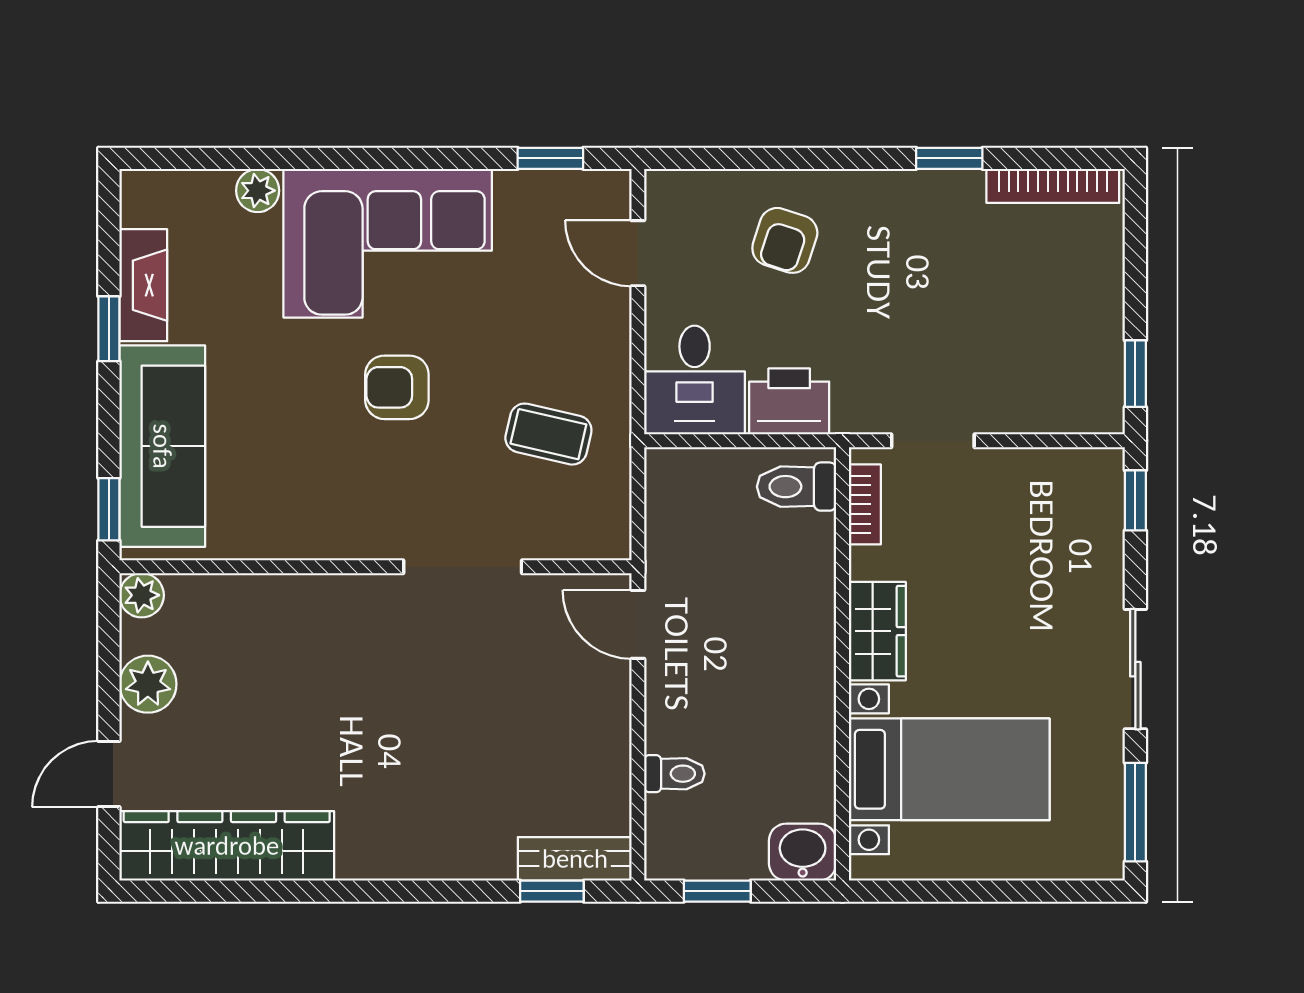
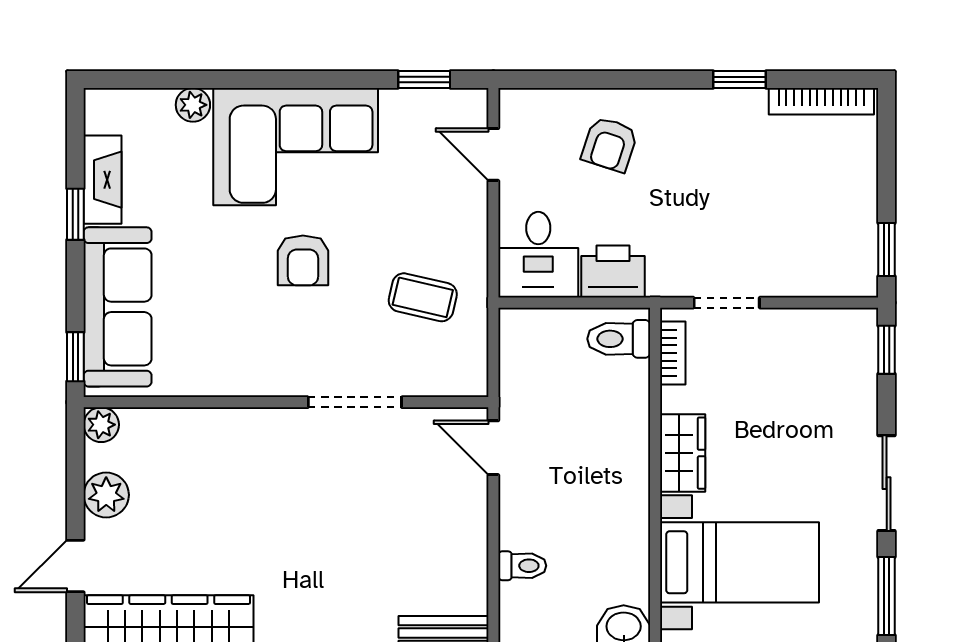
armchair: (397, 387) -> (303, 260), turned -90

